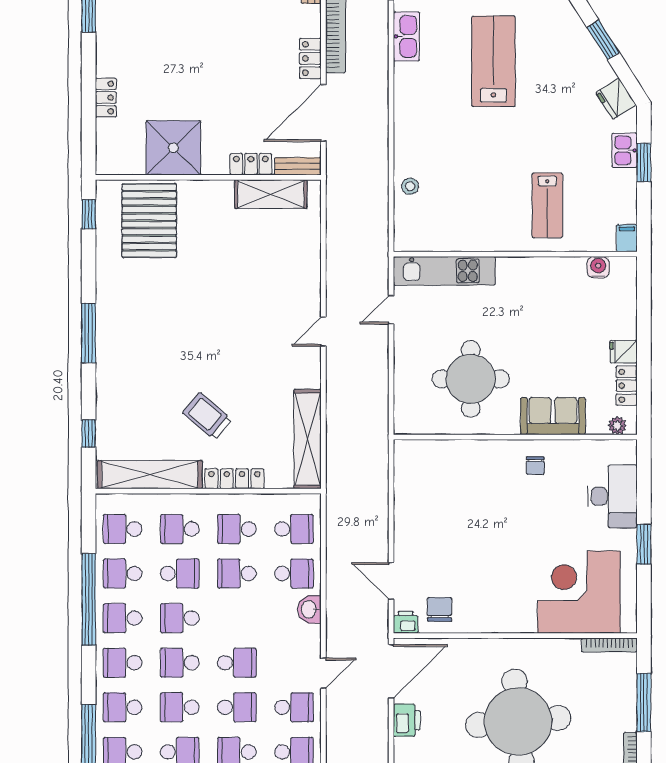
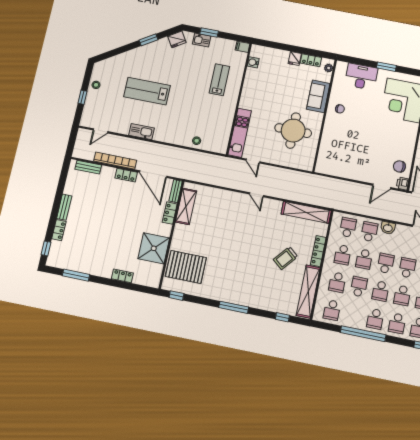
kitchen sink: (406, 36) -> (141, 132), moved
lab bench: (547, 205) -> (219, 80), turned -90
school desk: (123, 574) -> (386, 263), moved, turned 180

